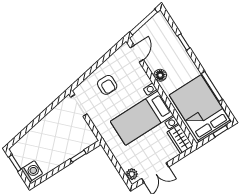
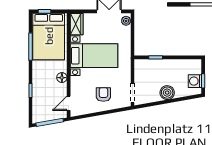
boiler: (44, 128) -> (167, 93), added
washing machine: (32, 171) -> (195, 81), moved

